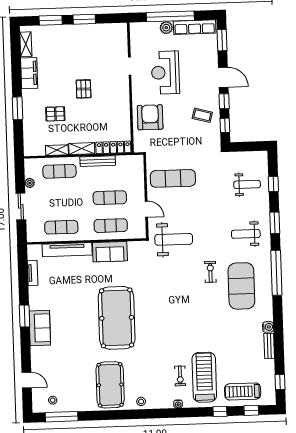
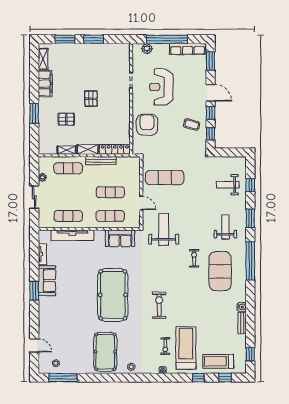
plant: (166, 28) -> (147, 49), moved
weight bench: (247, 184) -> (228, 185), turned 180
weight bench: (246, 234) -> (225, 227), turned 90
weight bench: (174, 239) -> (164, 230), turned -90
sofa: (110, 252) -> (120, 238), moved
sofa: (40, 328) -> (47, 281), moved
exercise bike: (171, 328) -> (159, 305), added

